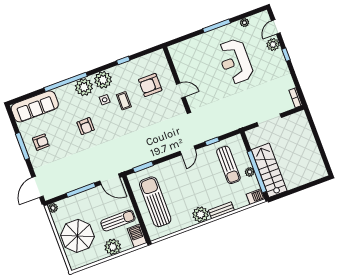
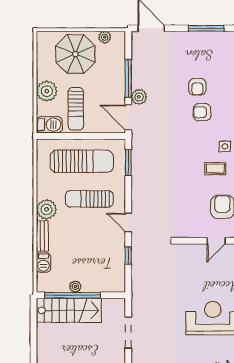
door: (181, 90) -> (216, 241), moved
armchair: (41, 142) -> (197, 87), moved
sun lounger: (228, 165) -> (89, 199), moved
plant: (92, 177) -> (139, 97), added
door: (110, 179) -> (128, 117), hinge flipped
barbecue: (255, 197) -> (43, 263), moved
plant: (53, 208) -> (105, 37), moved

